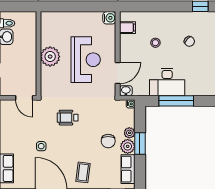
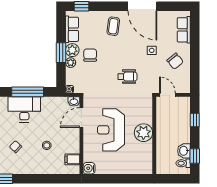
desk: (167, 82) -> (24, 109), moved
chair: (16, 134) -> (175, 61), added

